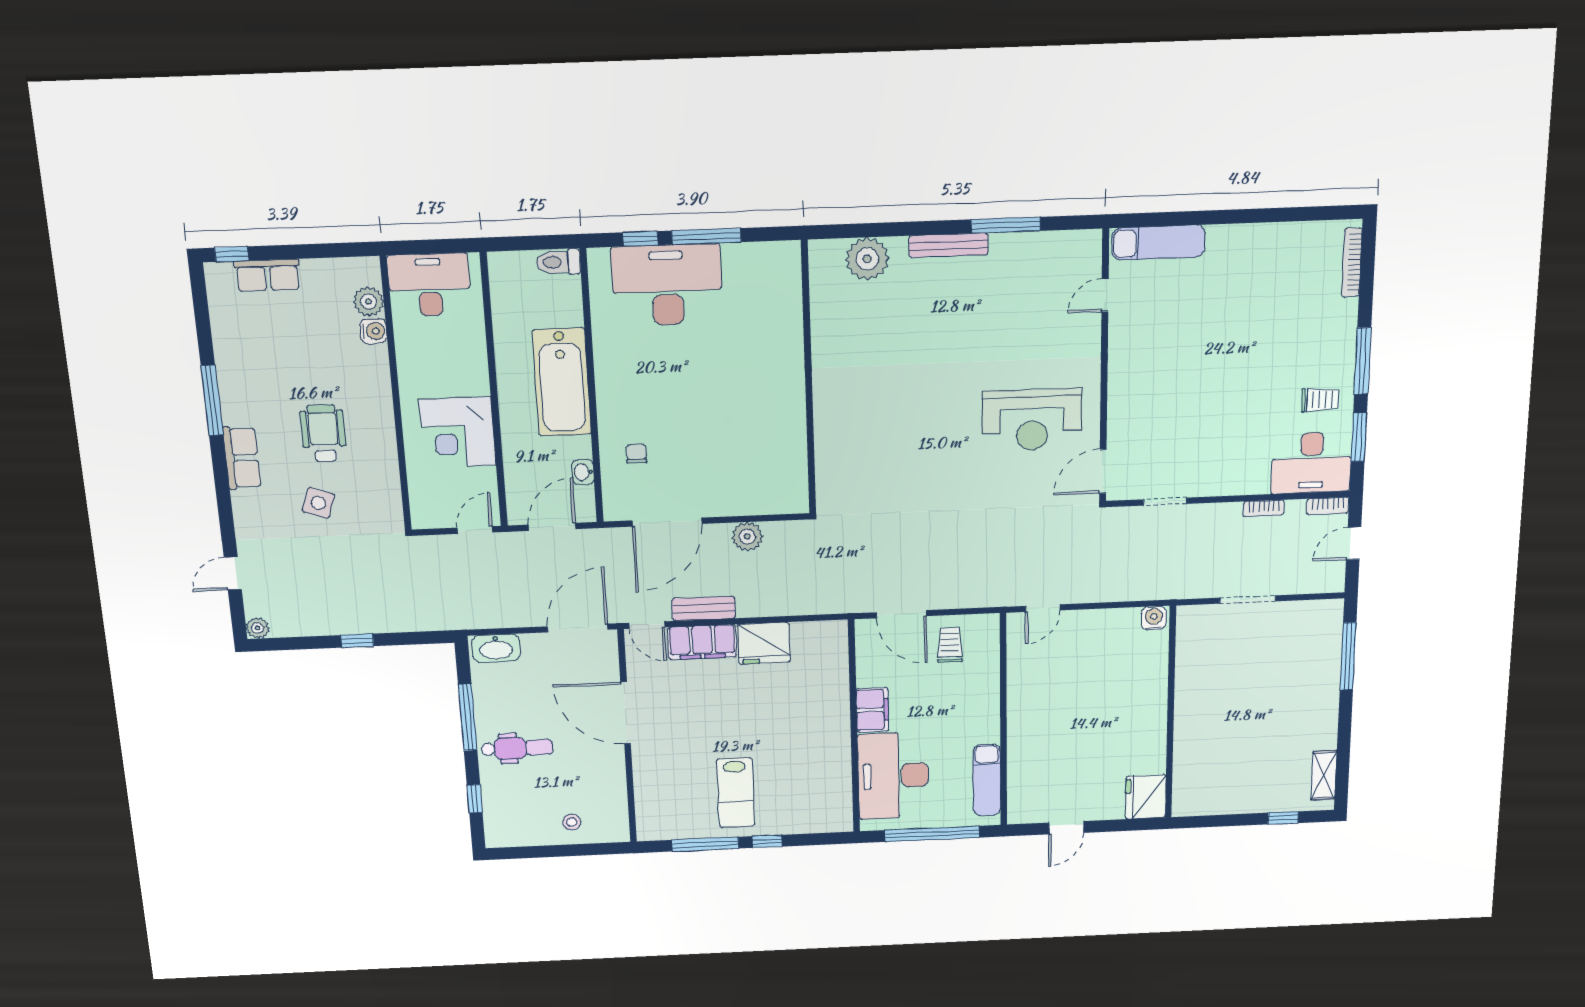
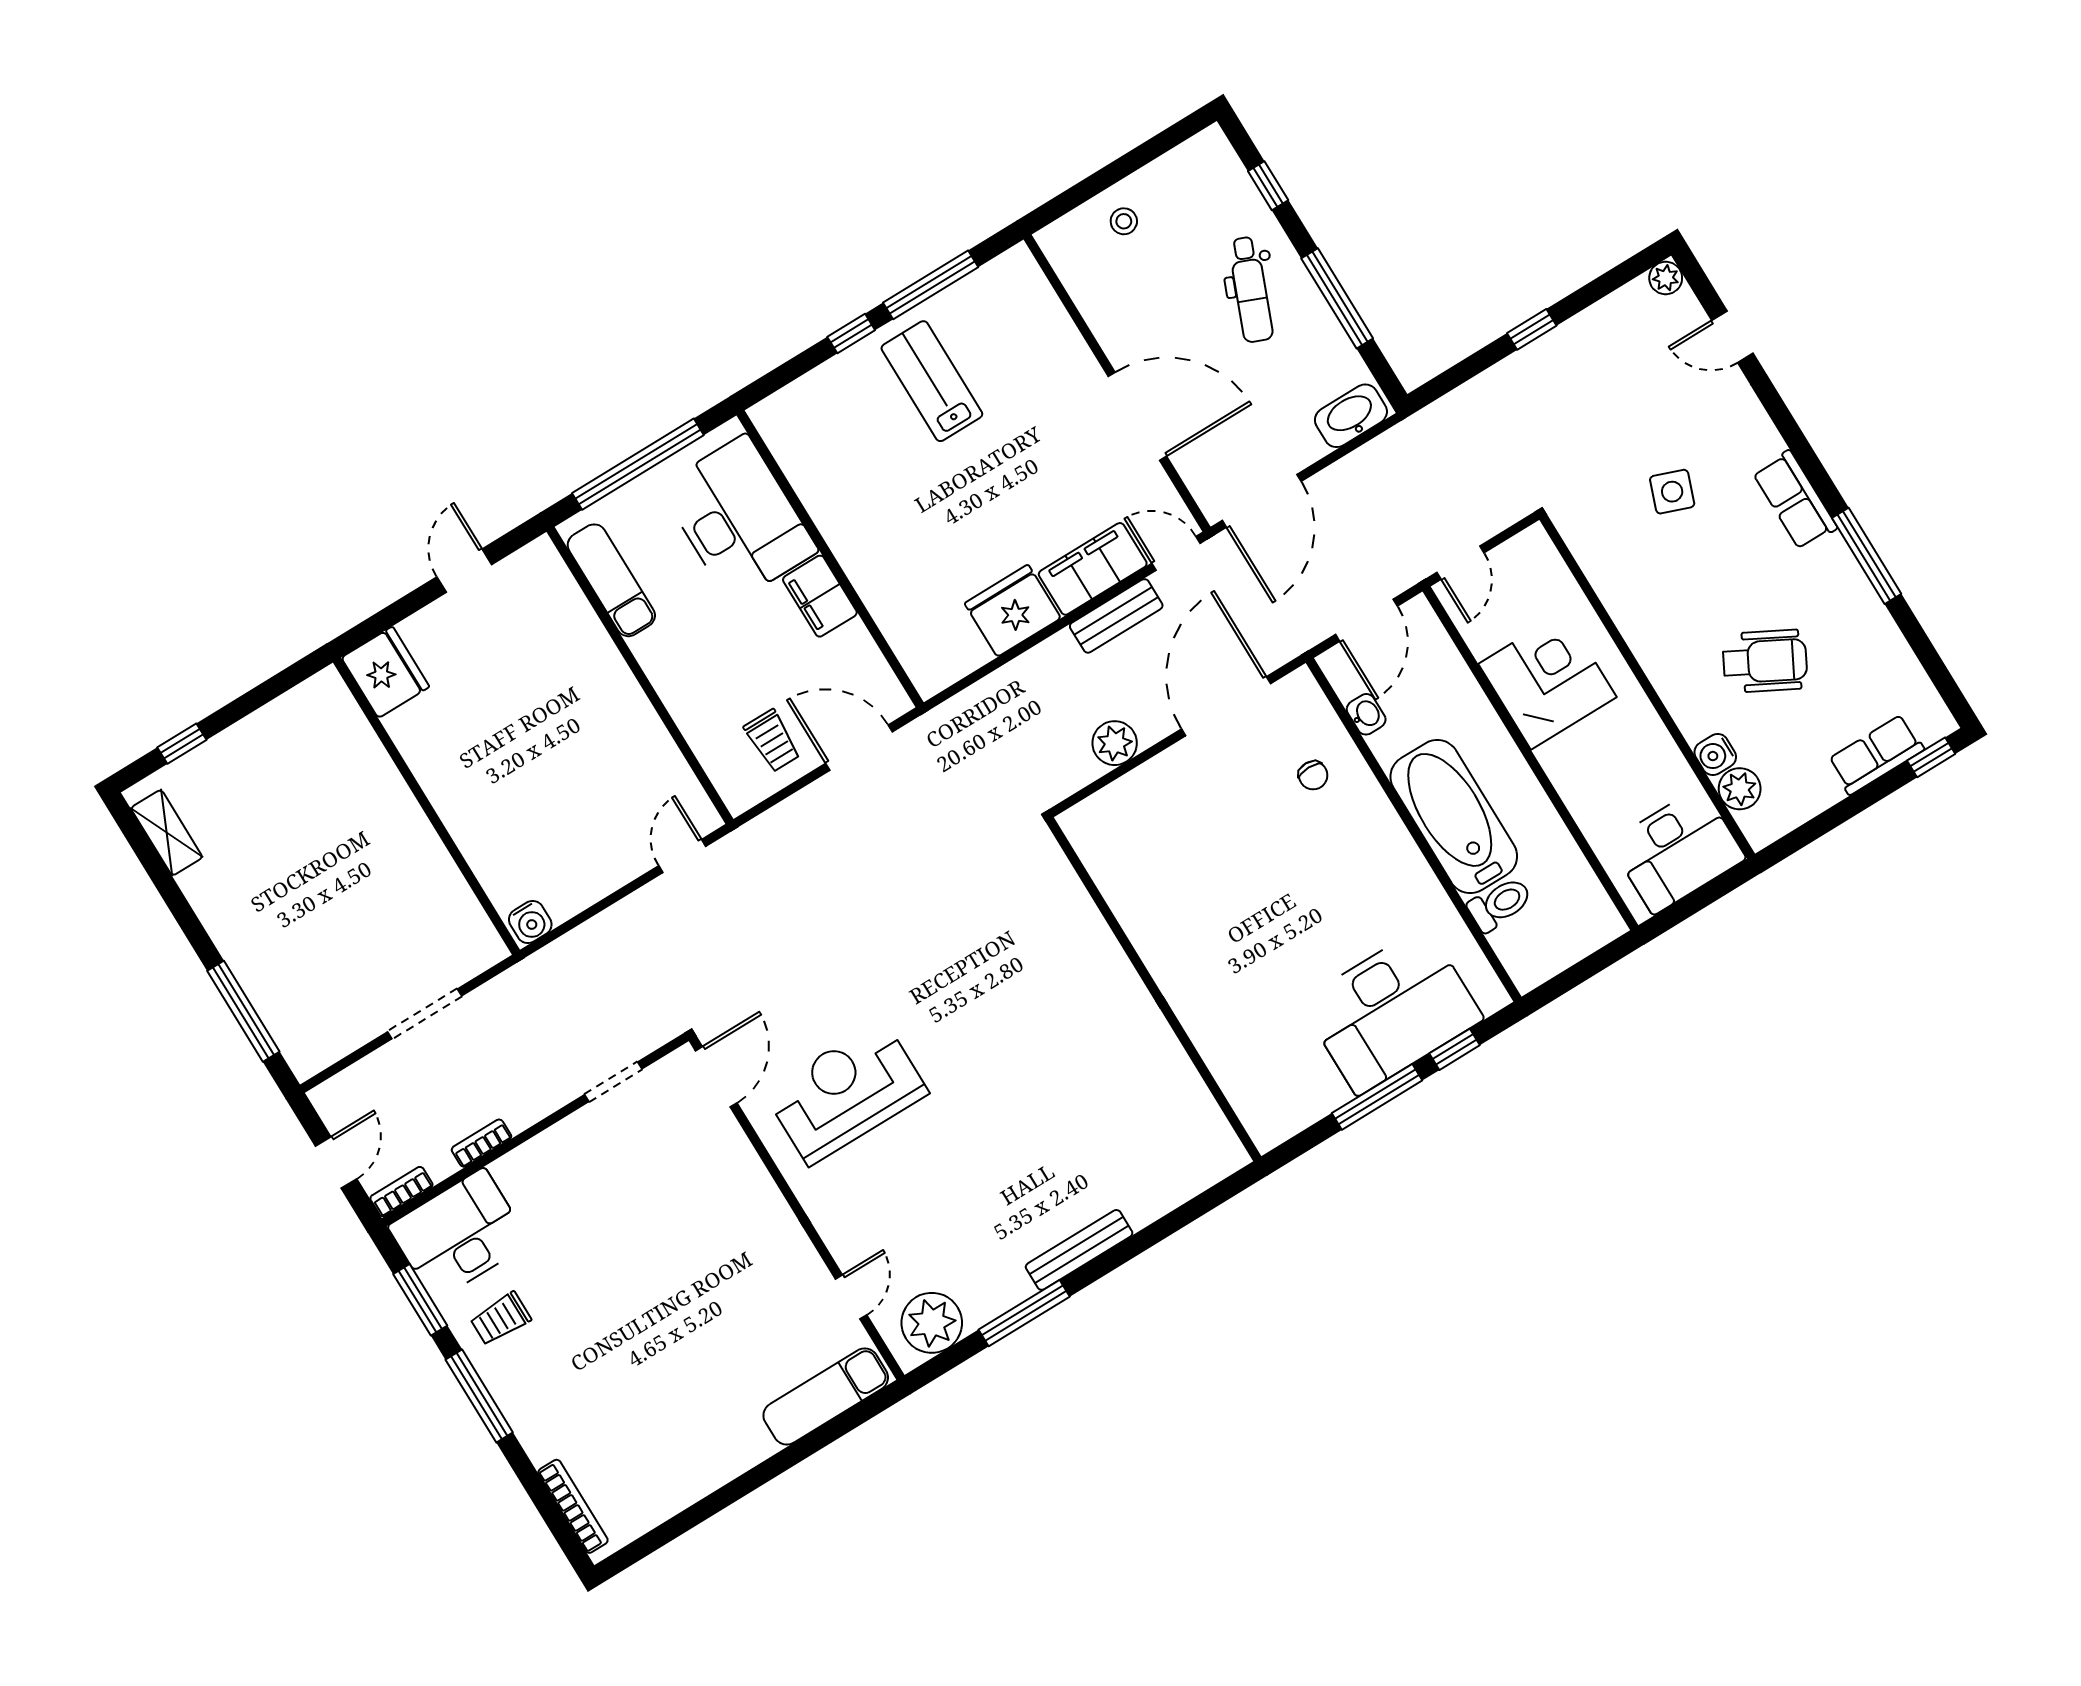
plant: (867, 259) -> (932, 1323), moved
toilet: (558, 262) -> (1500, 904), moved
wheelchair: (323, 433) -> (1765, 661), moved, turned -62
door: (233, 573) -> (1732, 337), swing flipped
dental chair: (517, 748) -> (1251, 289), turned -68

